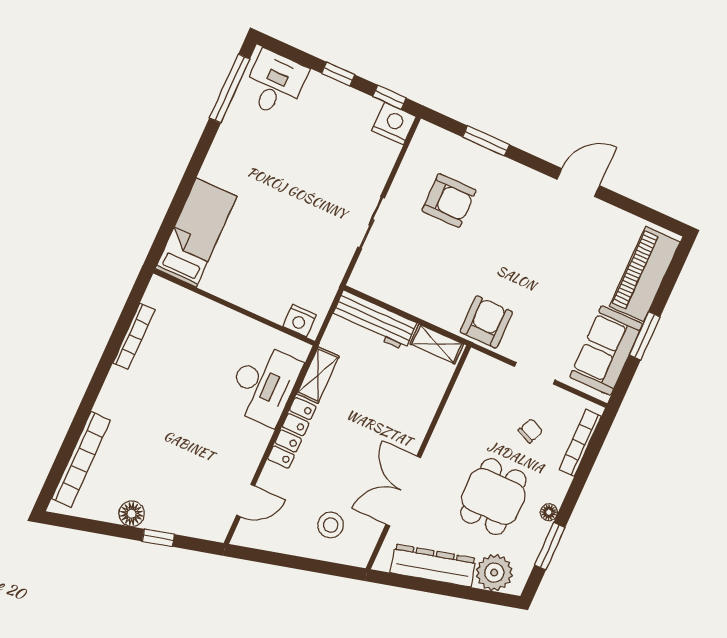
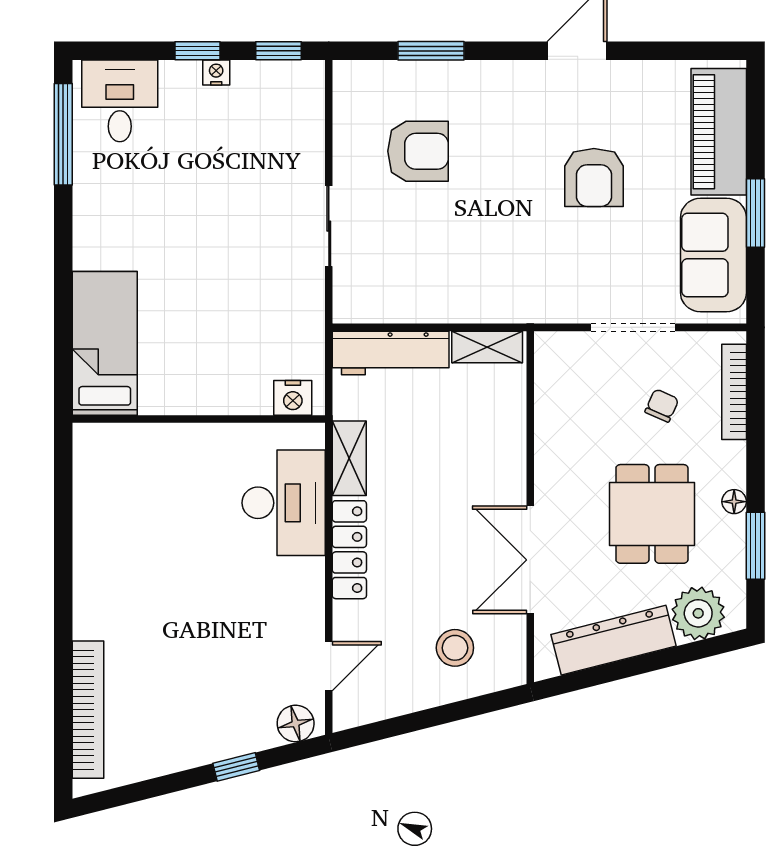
nightstand: (394, 123) -> (216, 73), moved, width x0.53, depth x0.56
armchair: (486, 322) -> (594, 178), moved, turned 180
bookcase: (134, 336) -> (85, 517), removed
doorway: (535, 373) -> (633, 327), width x1.38
floor lamp: (132, 514) -> (296, 723), moved

